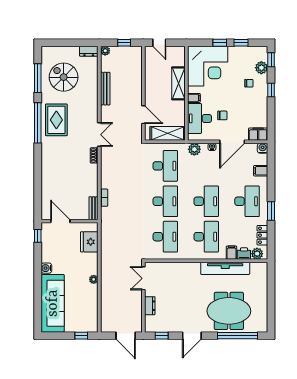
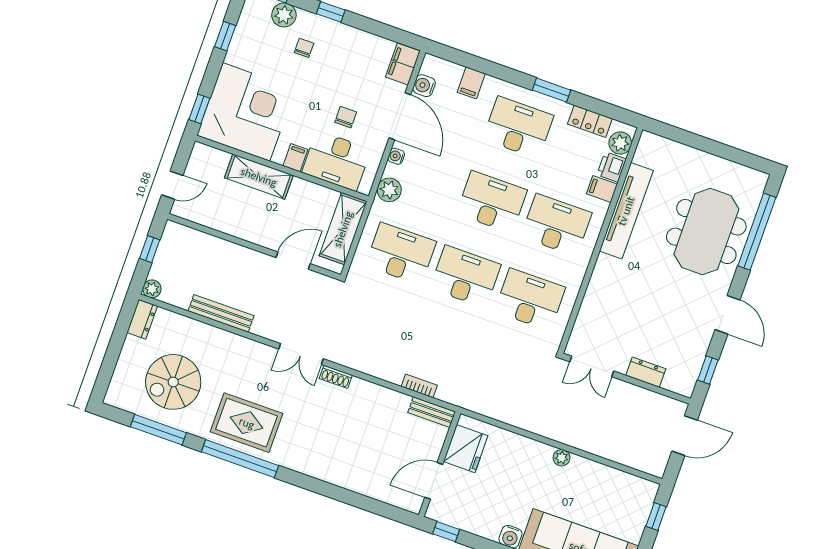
window: (220, 43) -> (199, 109), moved
double door: (99, 135) -> (301, 354), swing flipped
water cooler: (263, 148) -> (424, 86), moved
fridge: (89, 242) -> (466, 449), moved, turned -90

